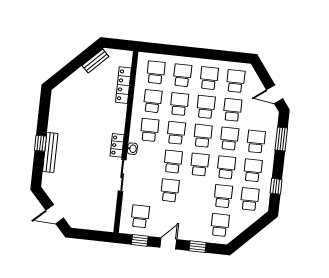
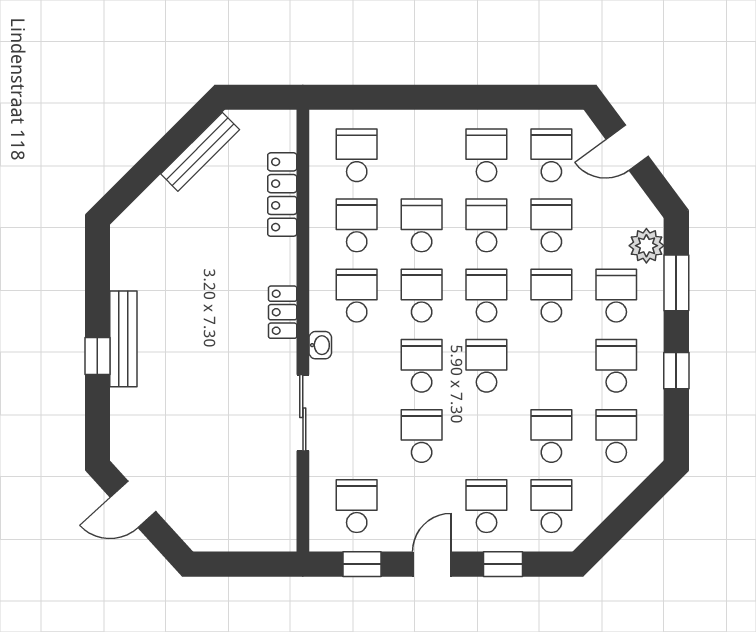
bench: (95, 61) -> (200, 152), width x1.36
school desk: (182, 75) -> (422, 155), removed
door: (275, 94) -> (627, 148), moved
plant: (271, 122) -> (646, 246), added
locker: (117, 145) -> (283, 312), moved
bench: (50, 152) -> (123, 339), moved
school desk: (226, 167) -> (486, 506), moved
window: (276, 186) -> (676, 371), moved
door: (55, 214) -> (133, 504), moved

